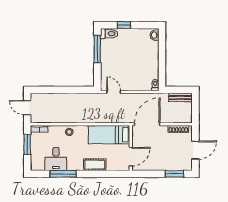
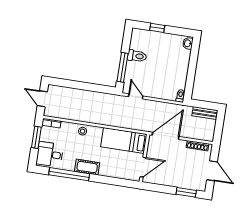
toilet: (109, 34) -> (137, 56), moved
window: (97, 49) -> (123, 67), moved
door: (195, 150) -> (212, 171), hinge flipped
desk: (56, 159) -> (50, 154), moved, turned 90
cot: (95, 165) -> (87, 167), moved
window: (63, 174) -> (69, 174), width x1.46

